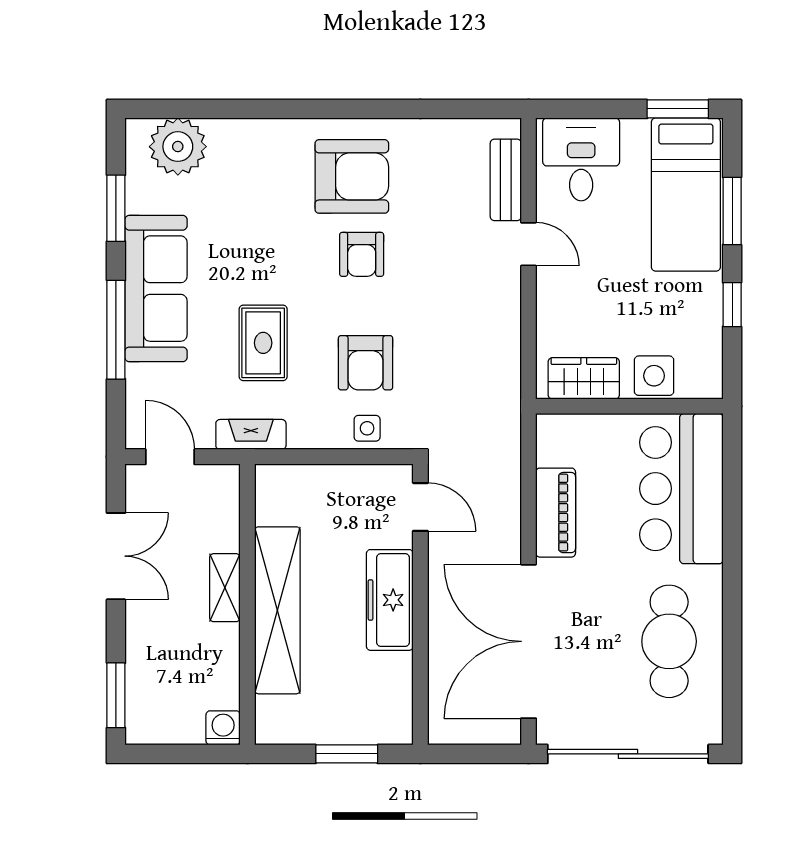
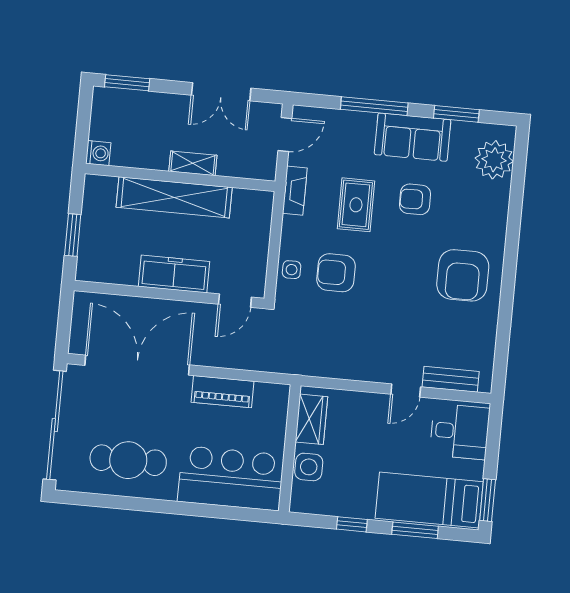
armchair: (362, 254) -> (415, 199), moved
sofa: (156, 289) -> (413, 137), width x0.73
rug: (263, 343) -> (356, 205), turned 90

